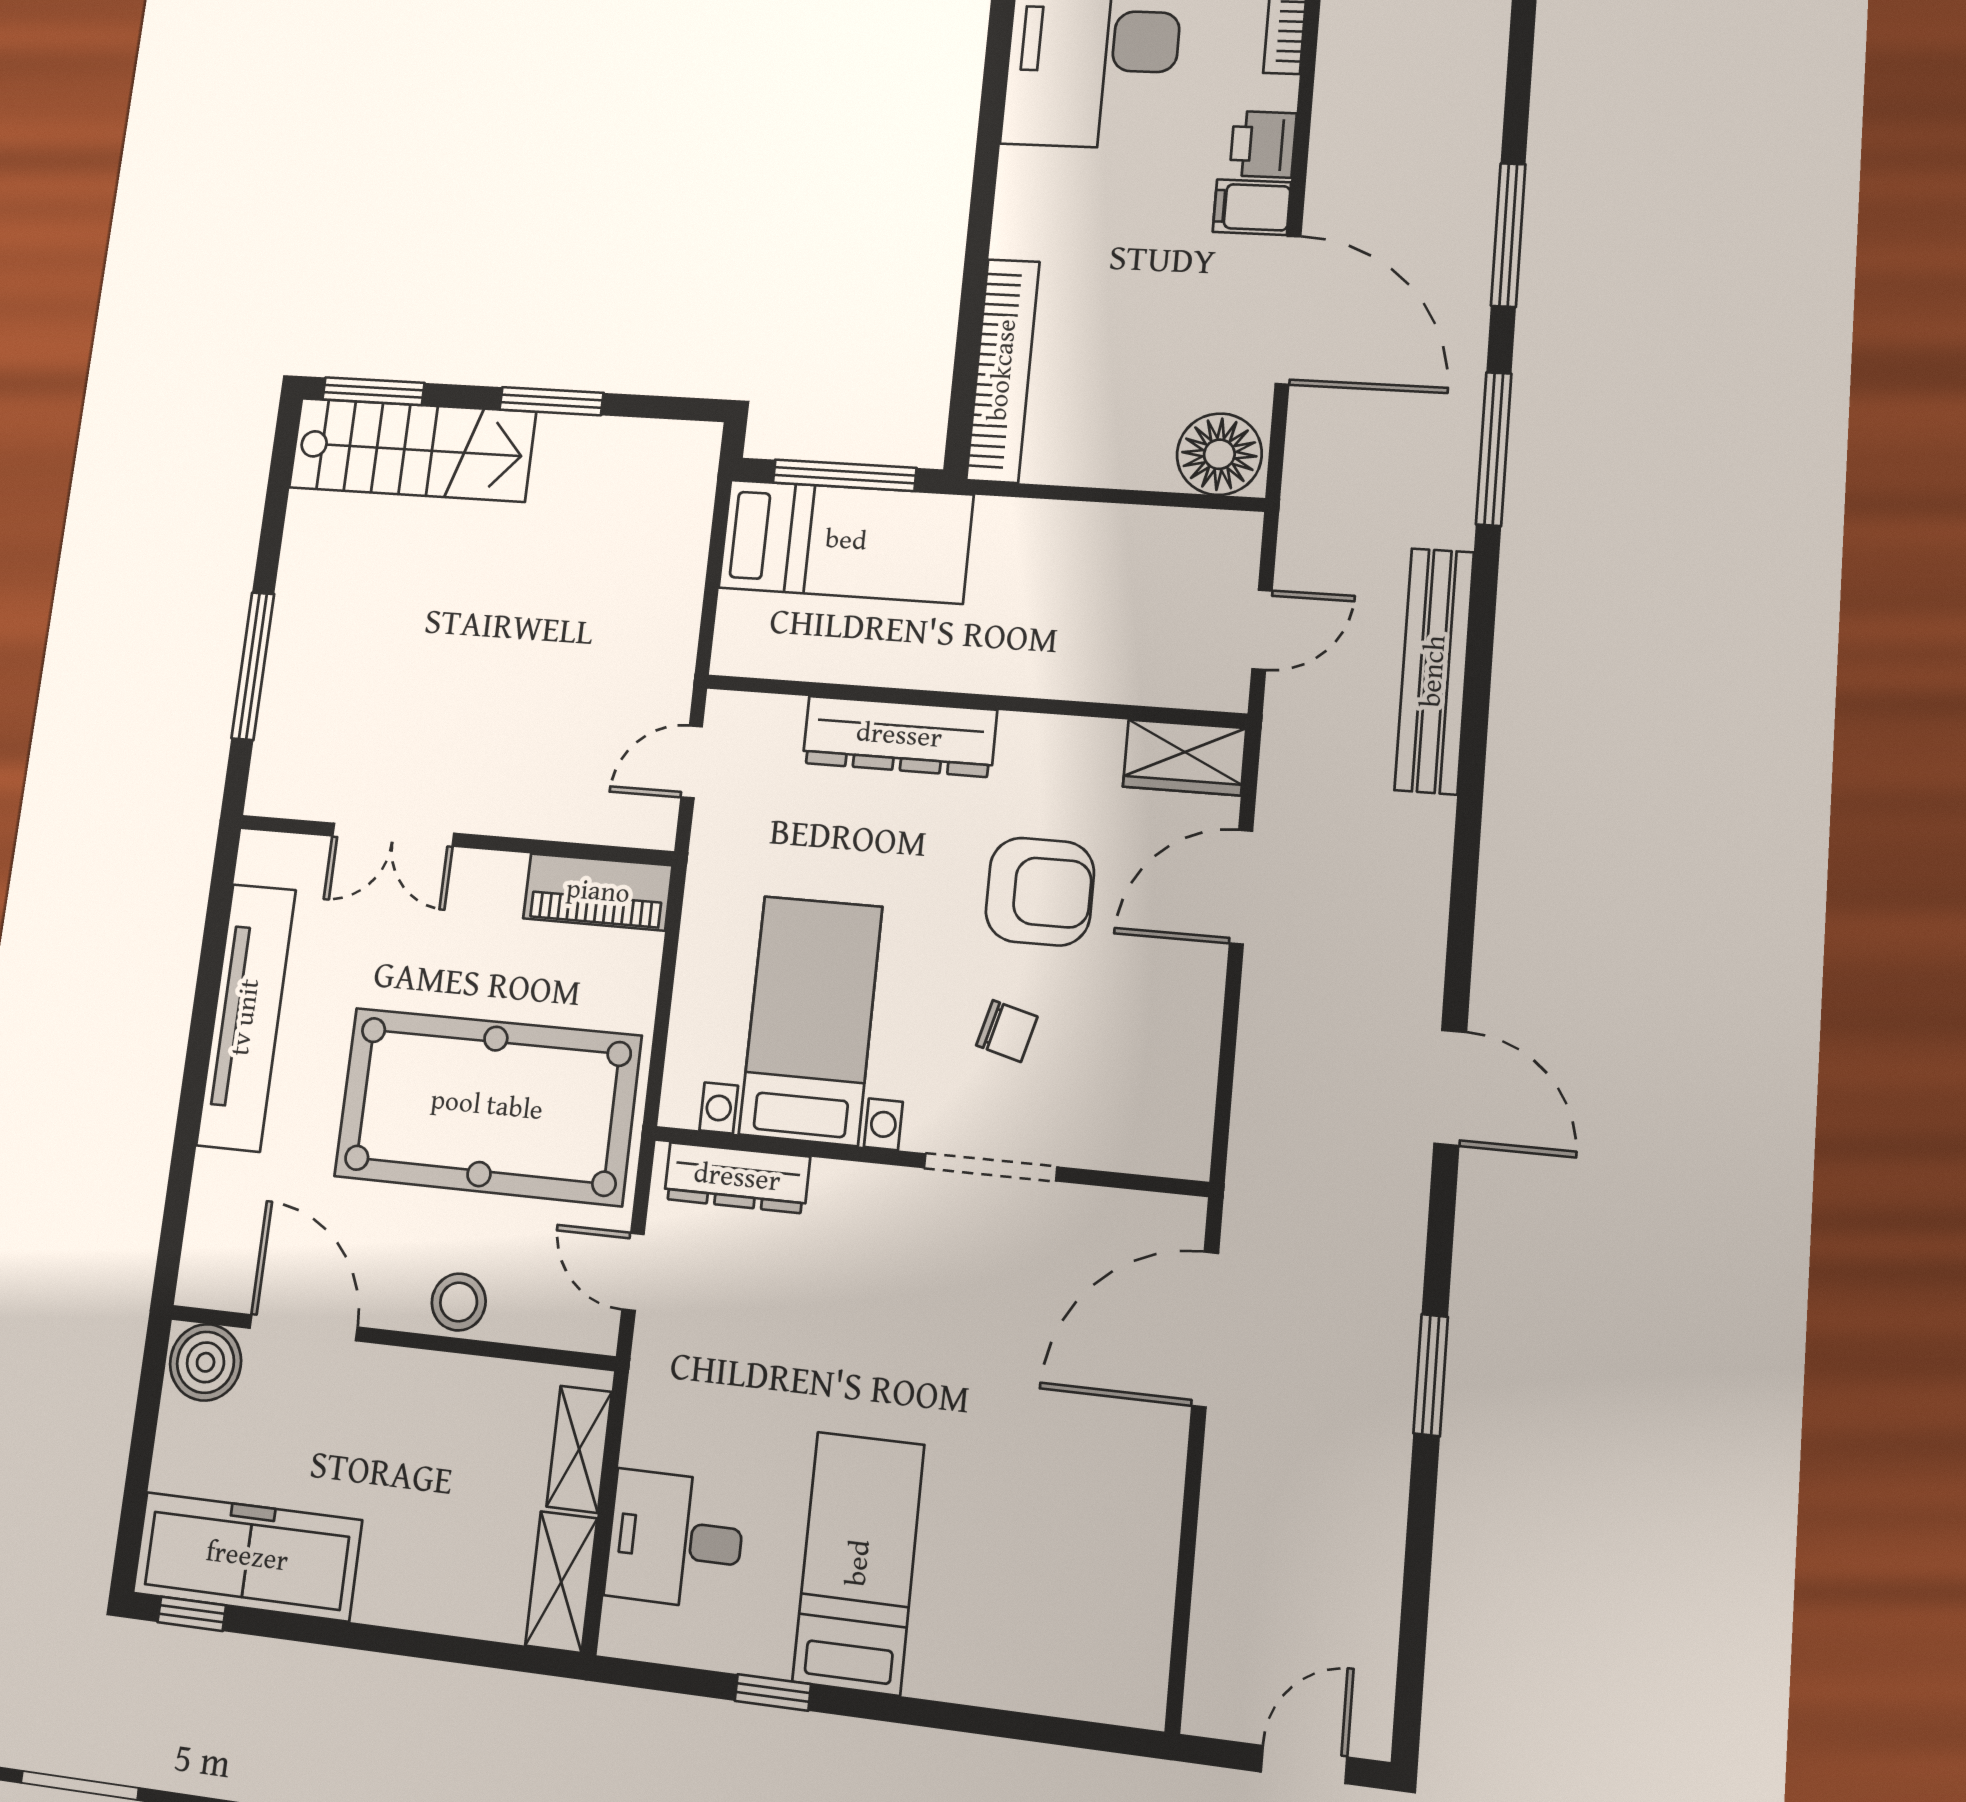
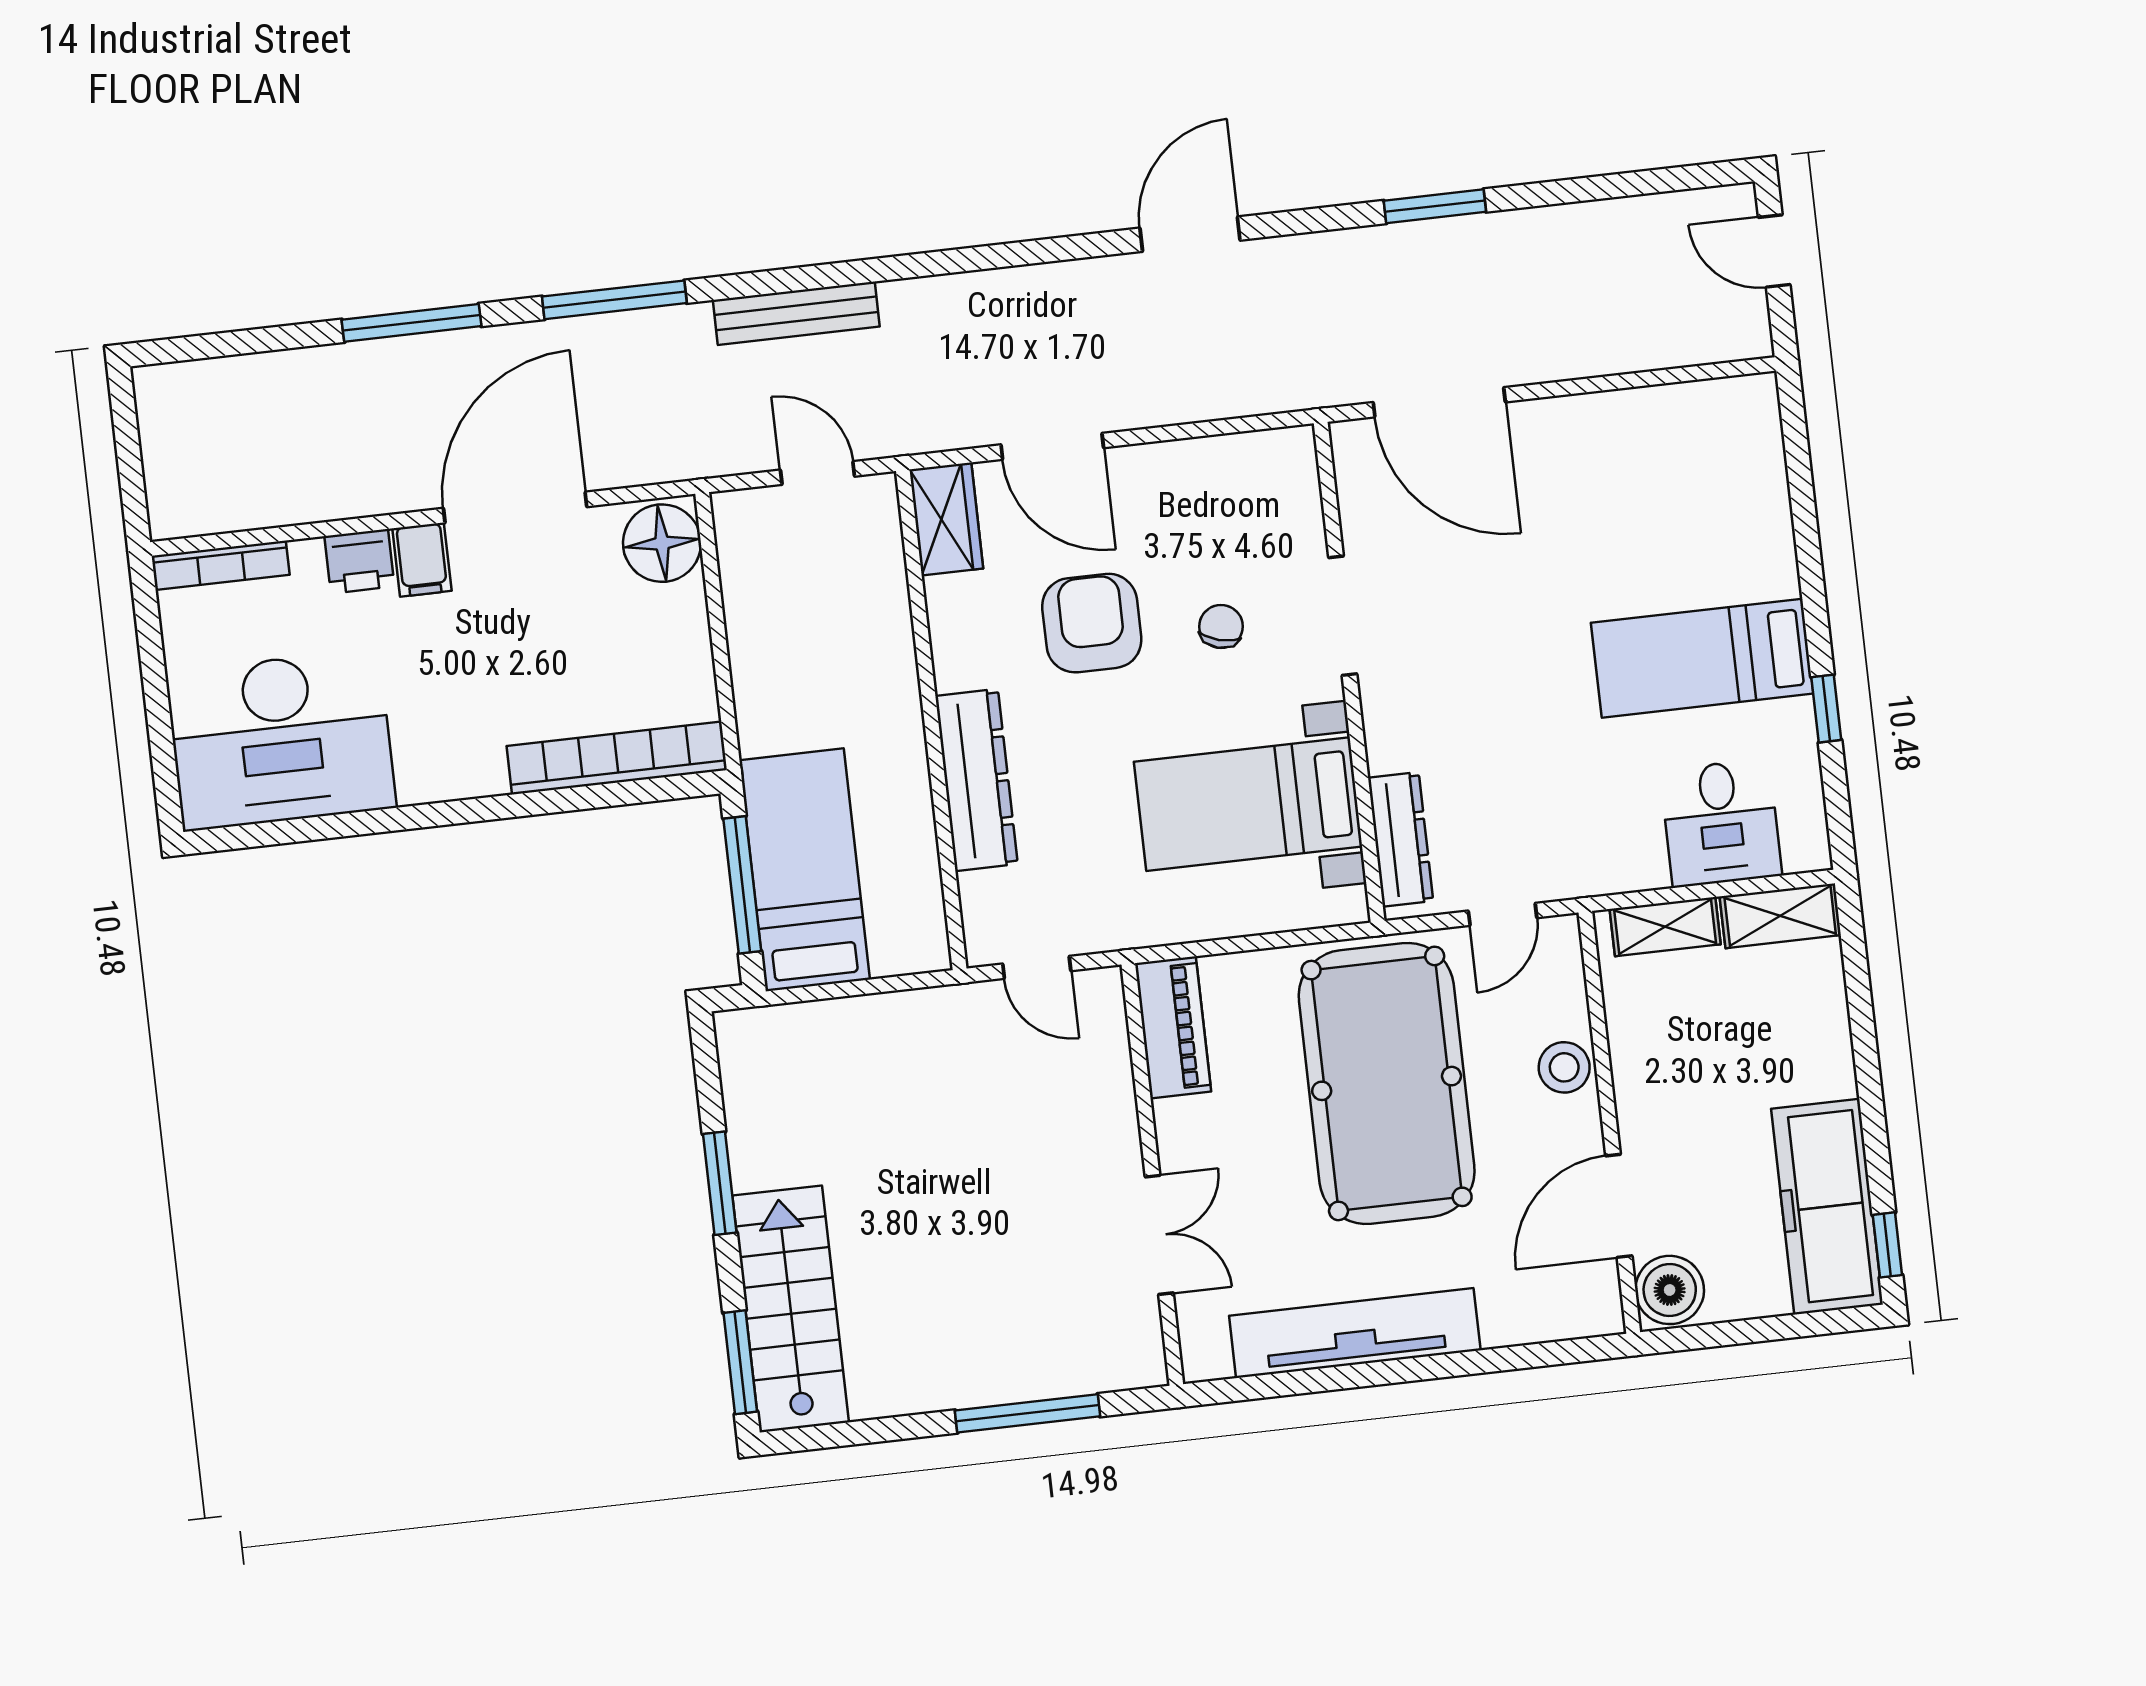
bench: (1434, 671) -> (796, 313), width x0.73, depth x0.82

